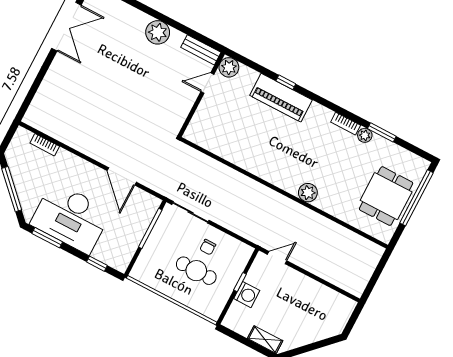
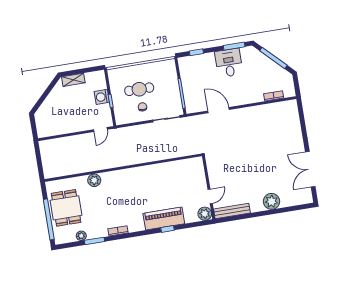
plant: (158, 32) -> (271, 201), moved
bench: (201, 50) -> (232, 211), width x1.36
plant: (365, 135) -> (81, 236), moved
plant: (308, 193) -> (94, 180), moved
desk: (71, 218) -> (229, 63), width x0.53, depth x0.77

